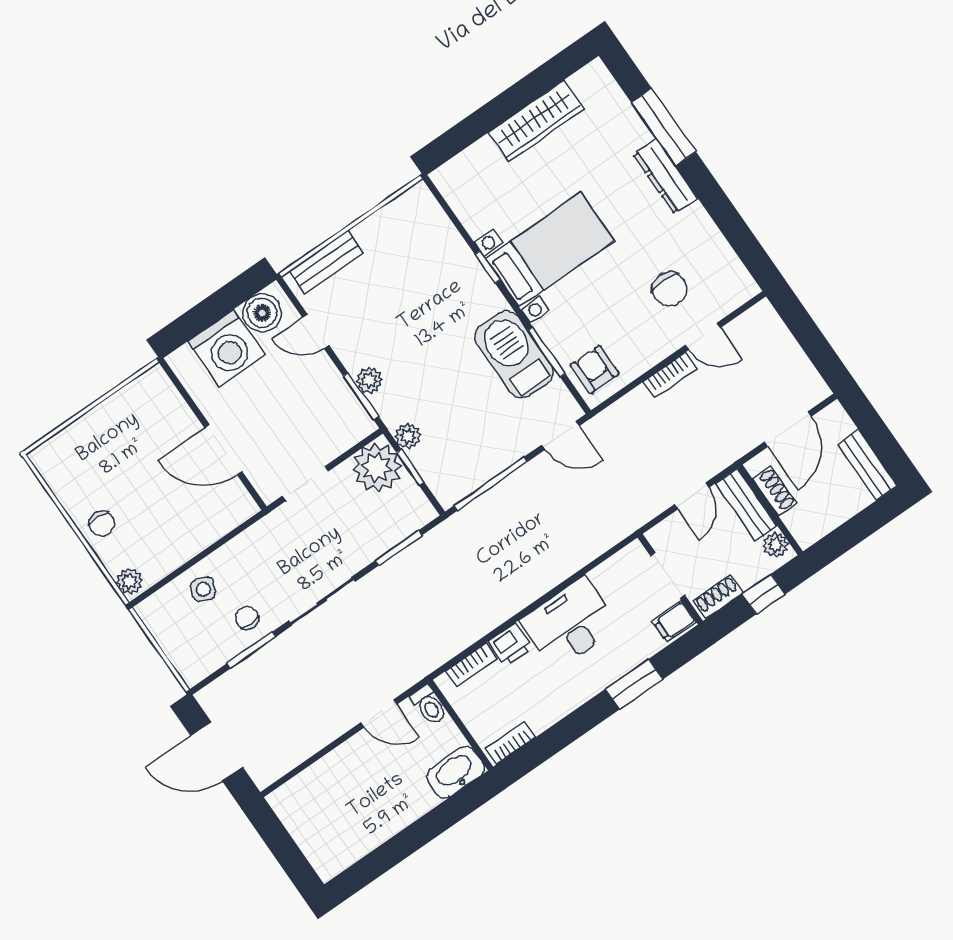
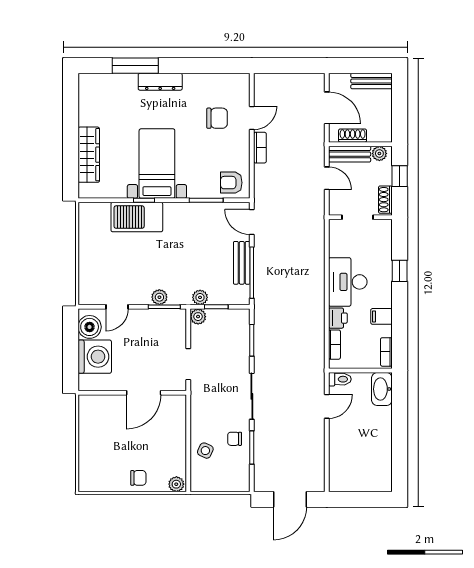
wardrobe: (536, 121) -> (89, 155), moved
bench: (326, 262) -> (242, 263), moved
barbecue: (514, 354) -> (137, 217), moved
door: (560, 435) -> (252, 222), swing flipped
plant: (377, 468) -> (198, 317), width x0.53, depth x0.53
filing cabinet: (674, 621) -> (381, 316), moved, turned 90
window: (634, 684) -> (400, 271), width x0.67

